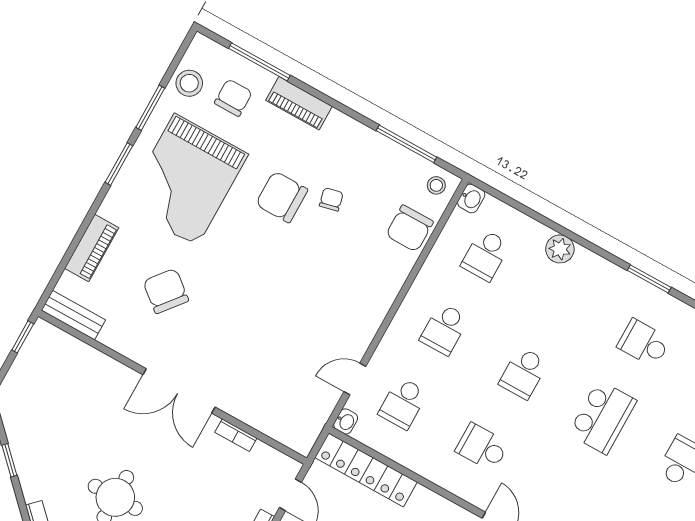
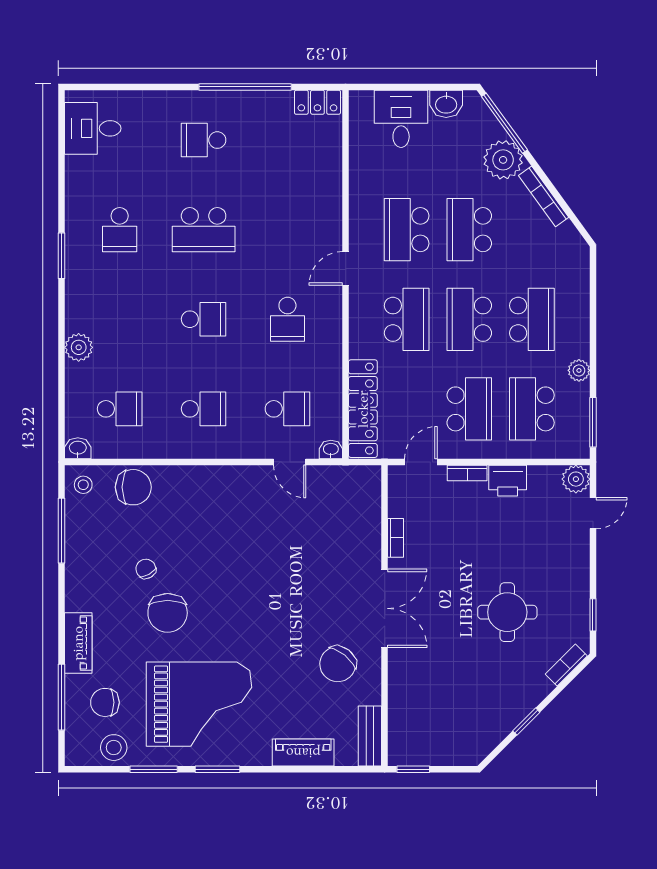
chair: (331, 199) -> (146, 569), turned 74
chair: (166, 291) -> (338, 664), moved
school desk: (602, 417) -> (204, 230), turned 180

